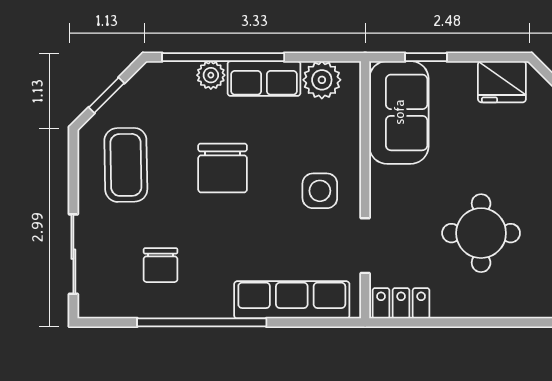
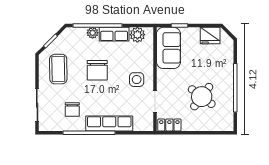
round table: (481, 233) -> (202, 97), turned 37
row of seats: (292, 300) -> (109, 124), moved

